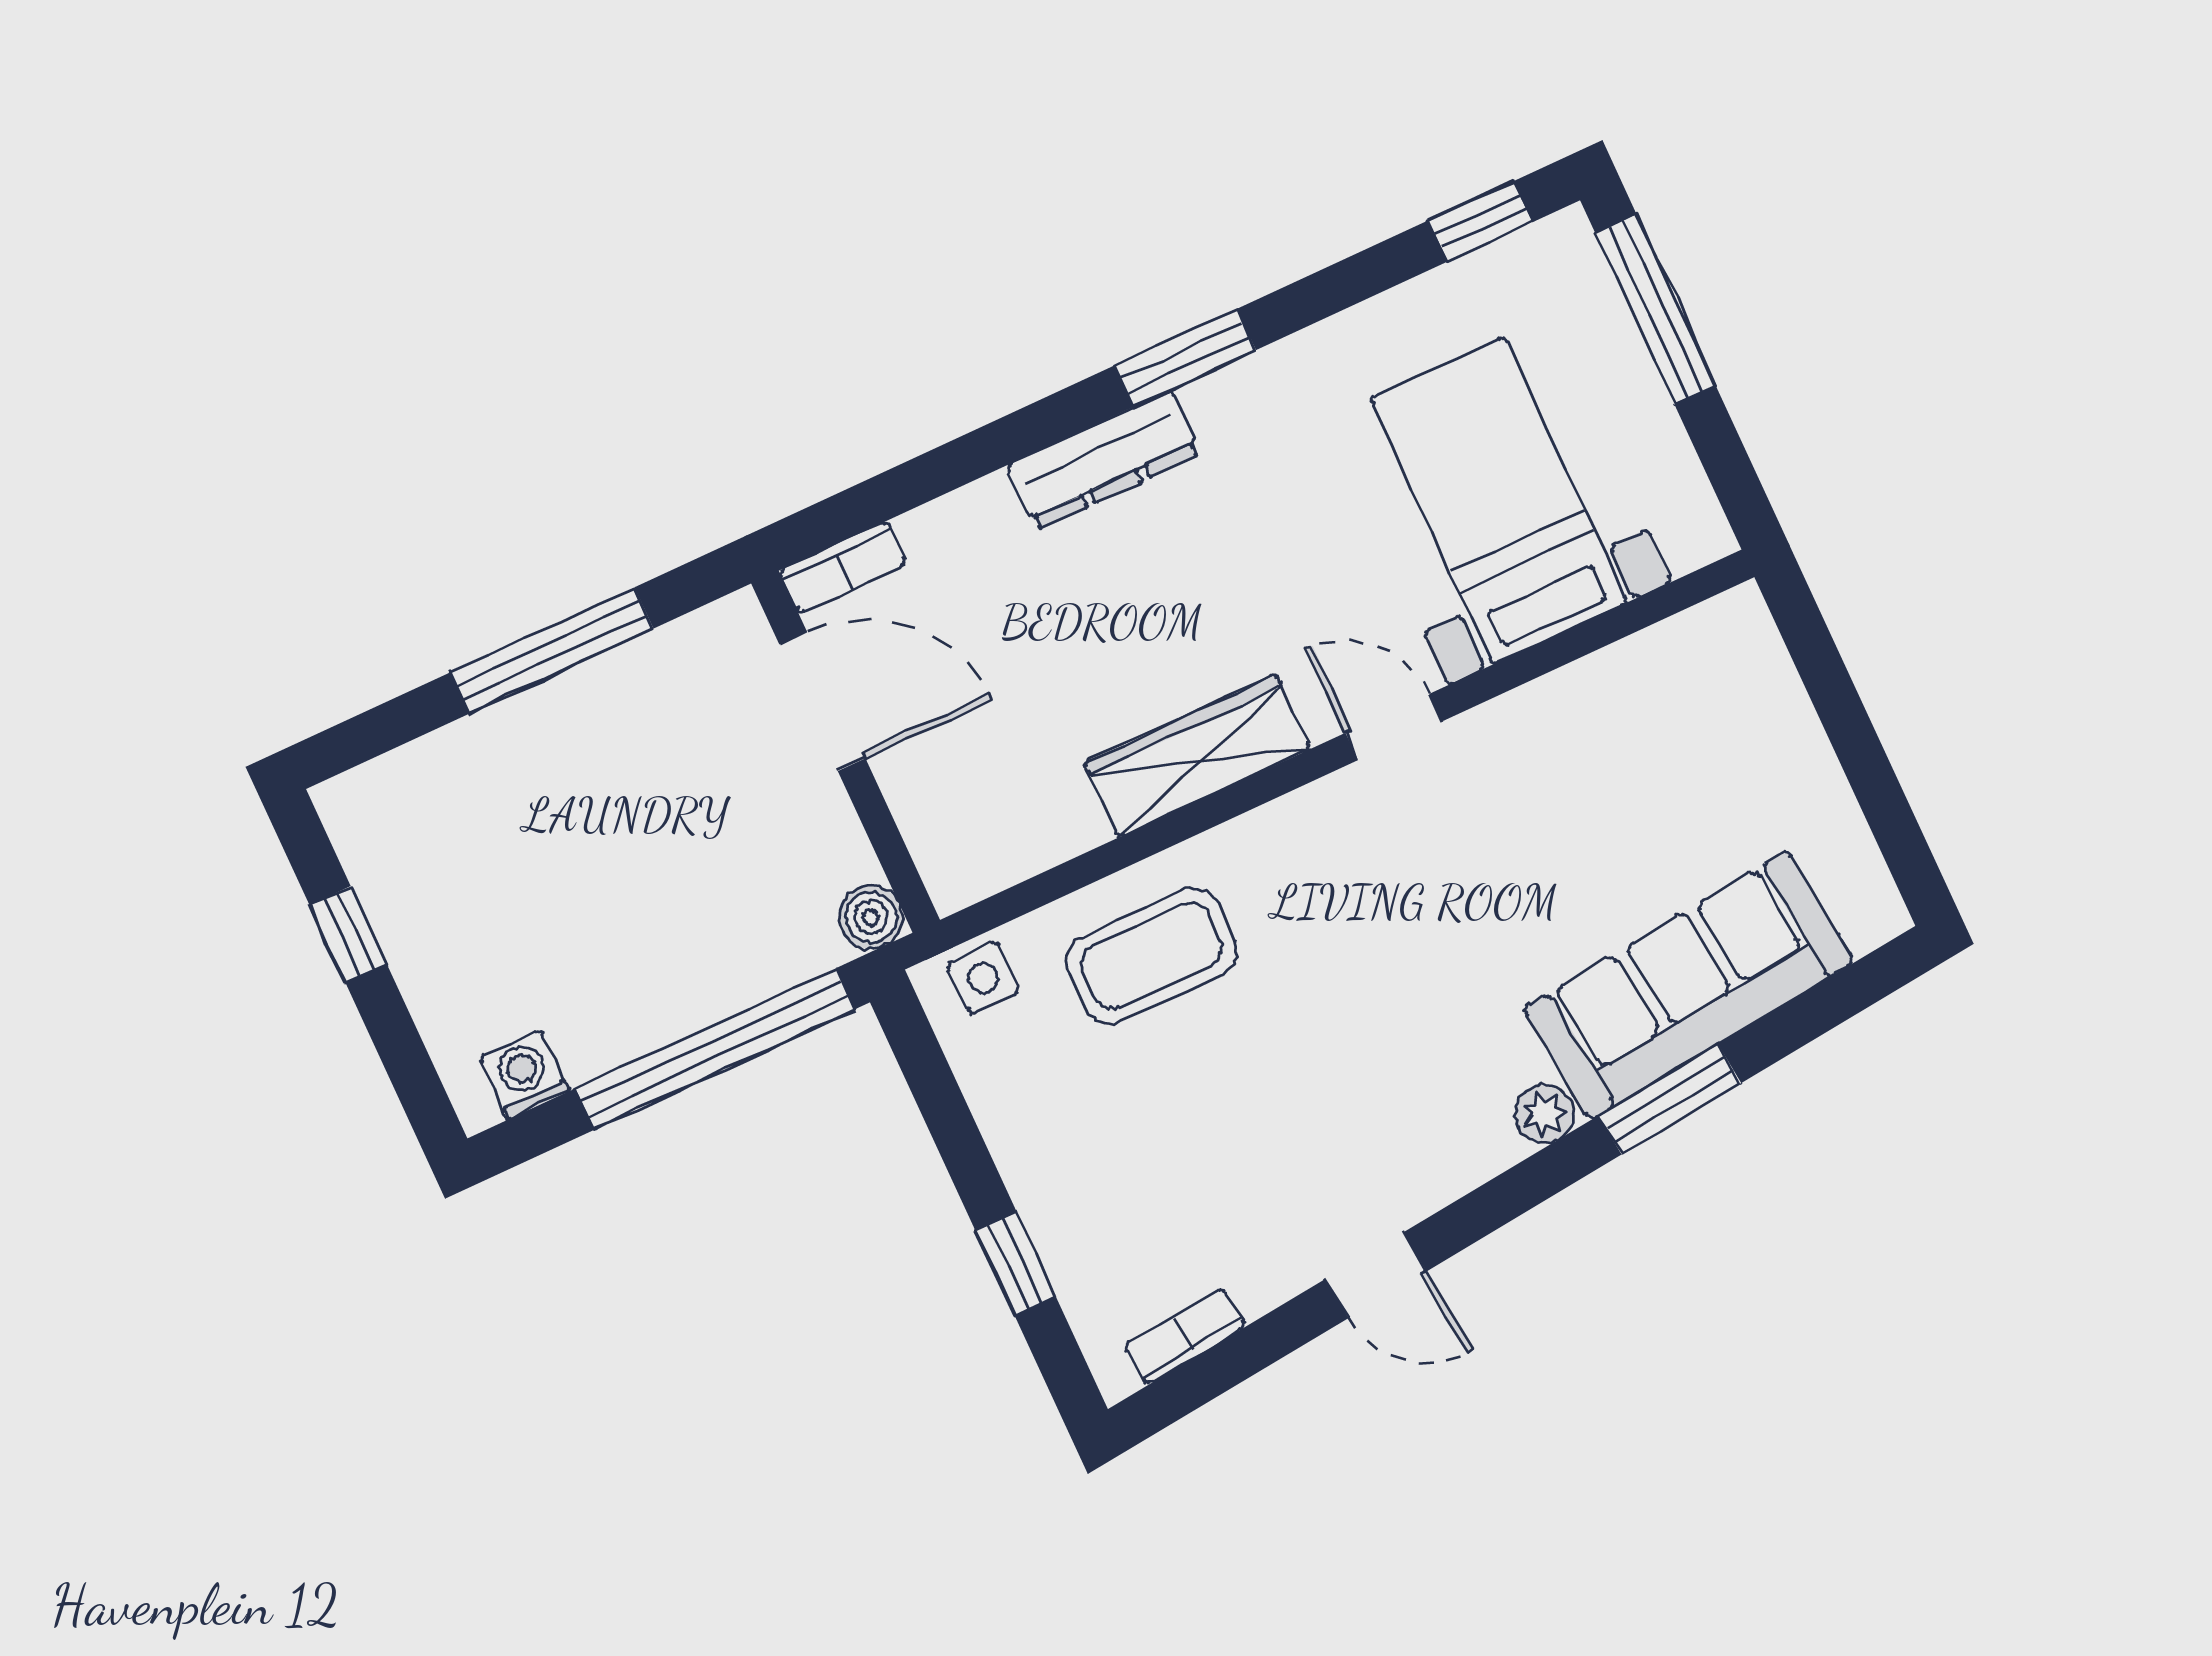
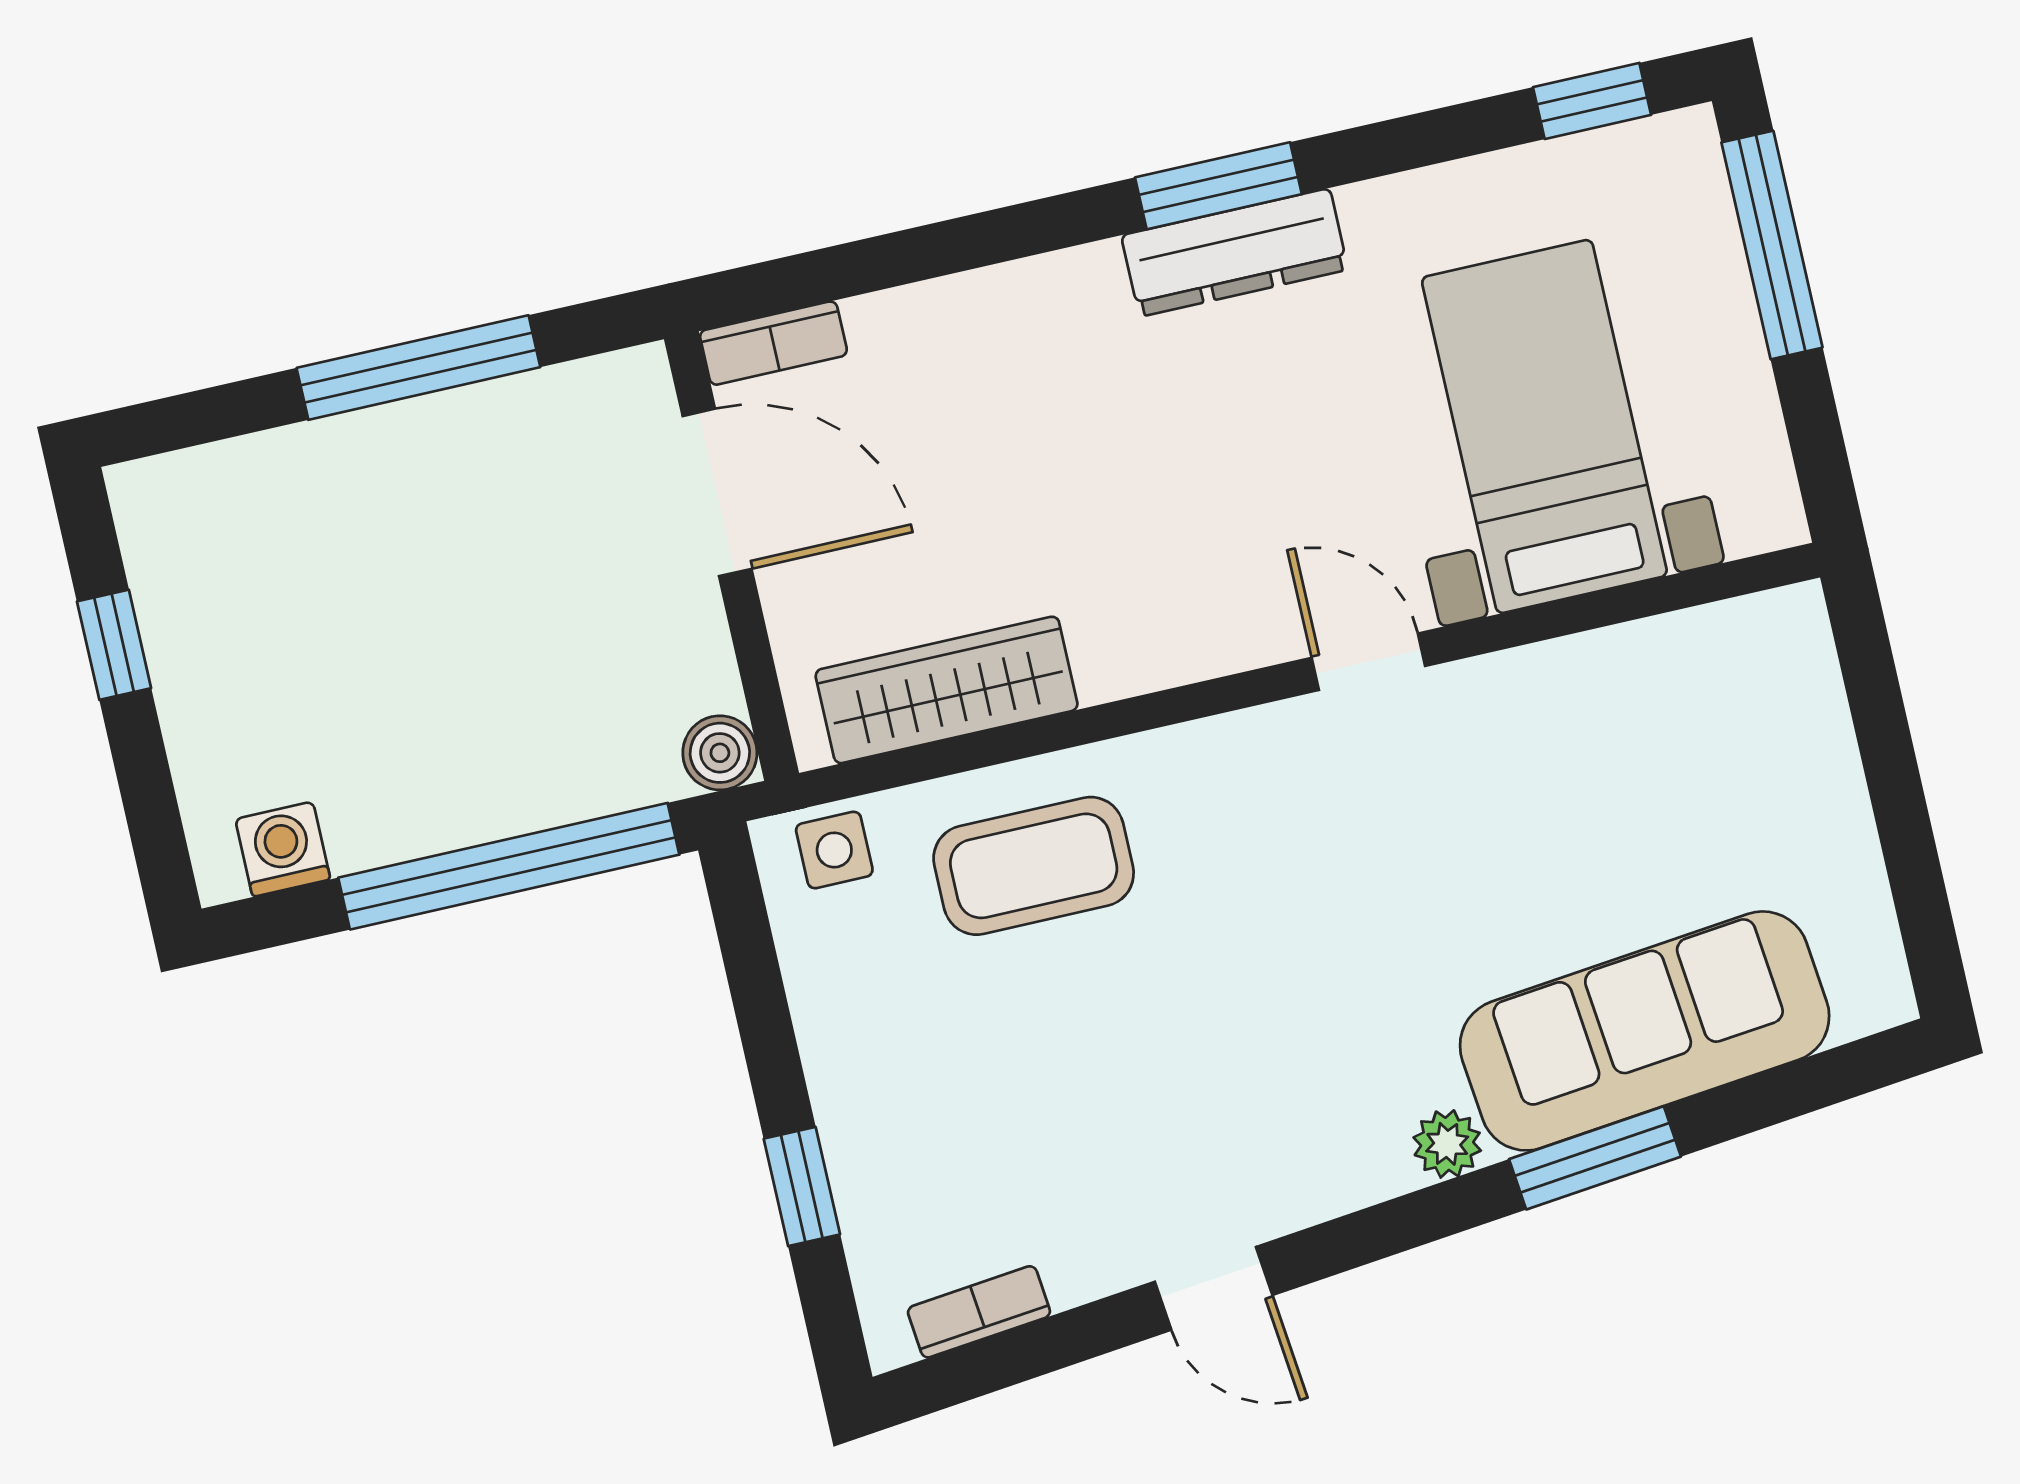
dresser: (1104, 460) -> (1235, 252), moved
wardrobe: (1197, 756) -> (947, 690), moved

